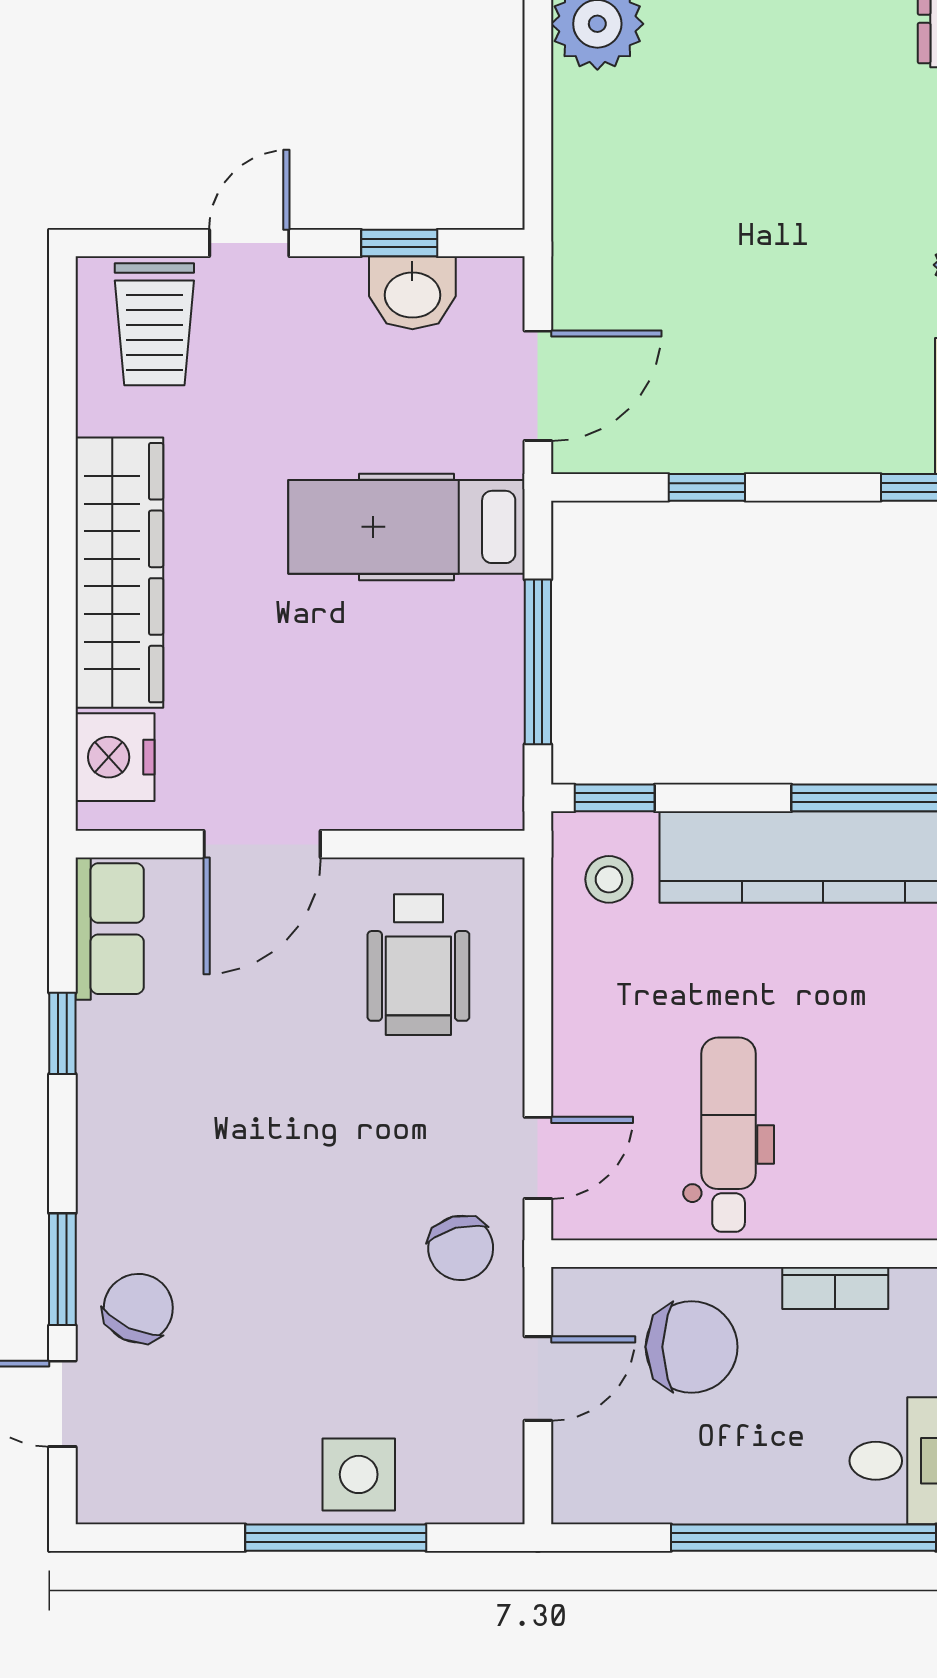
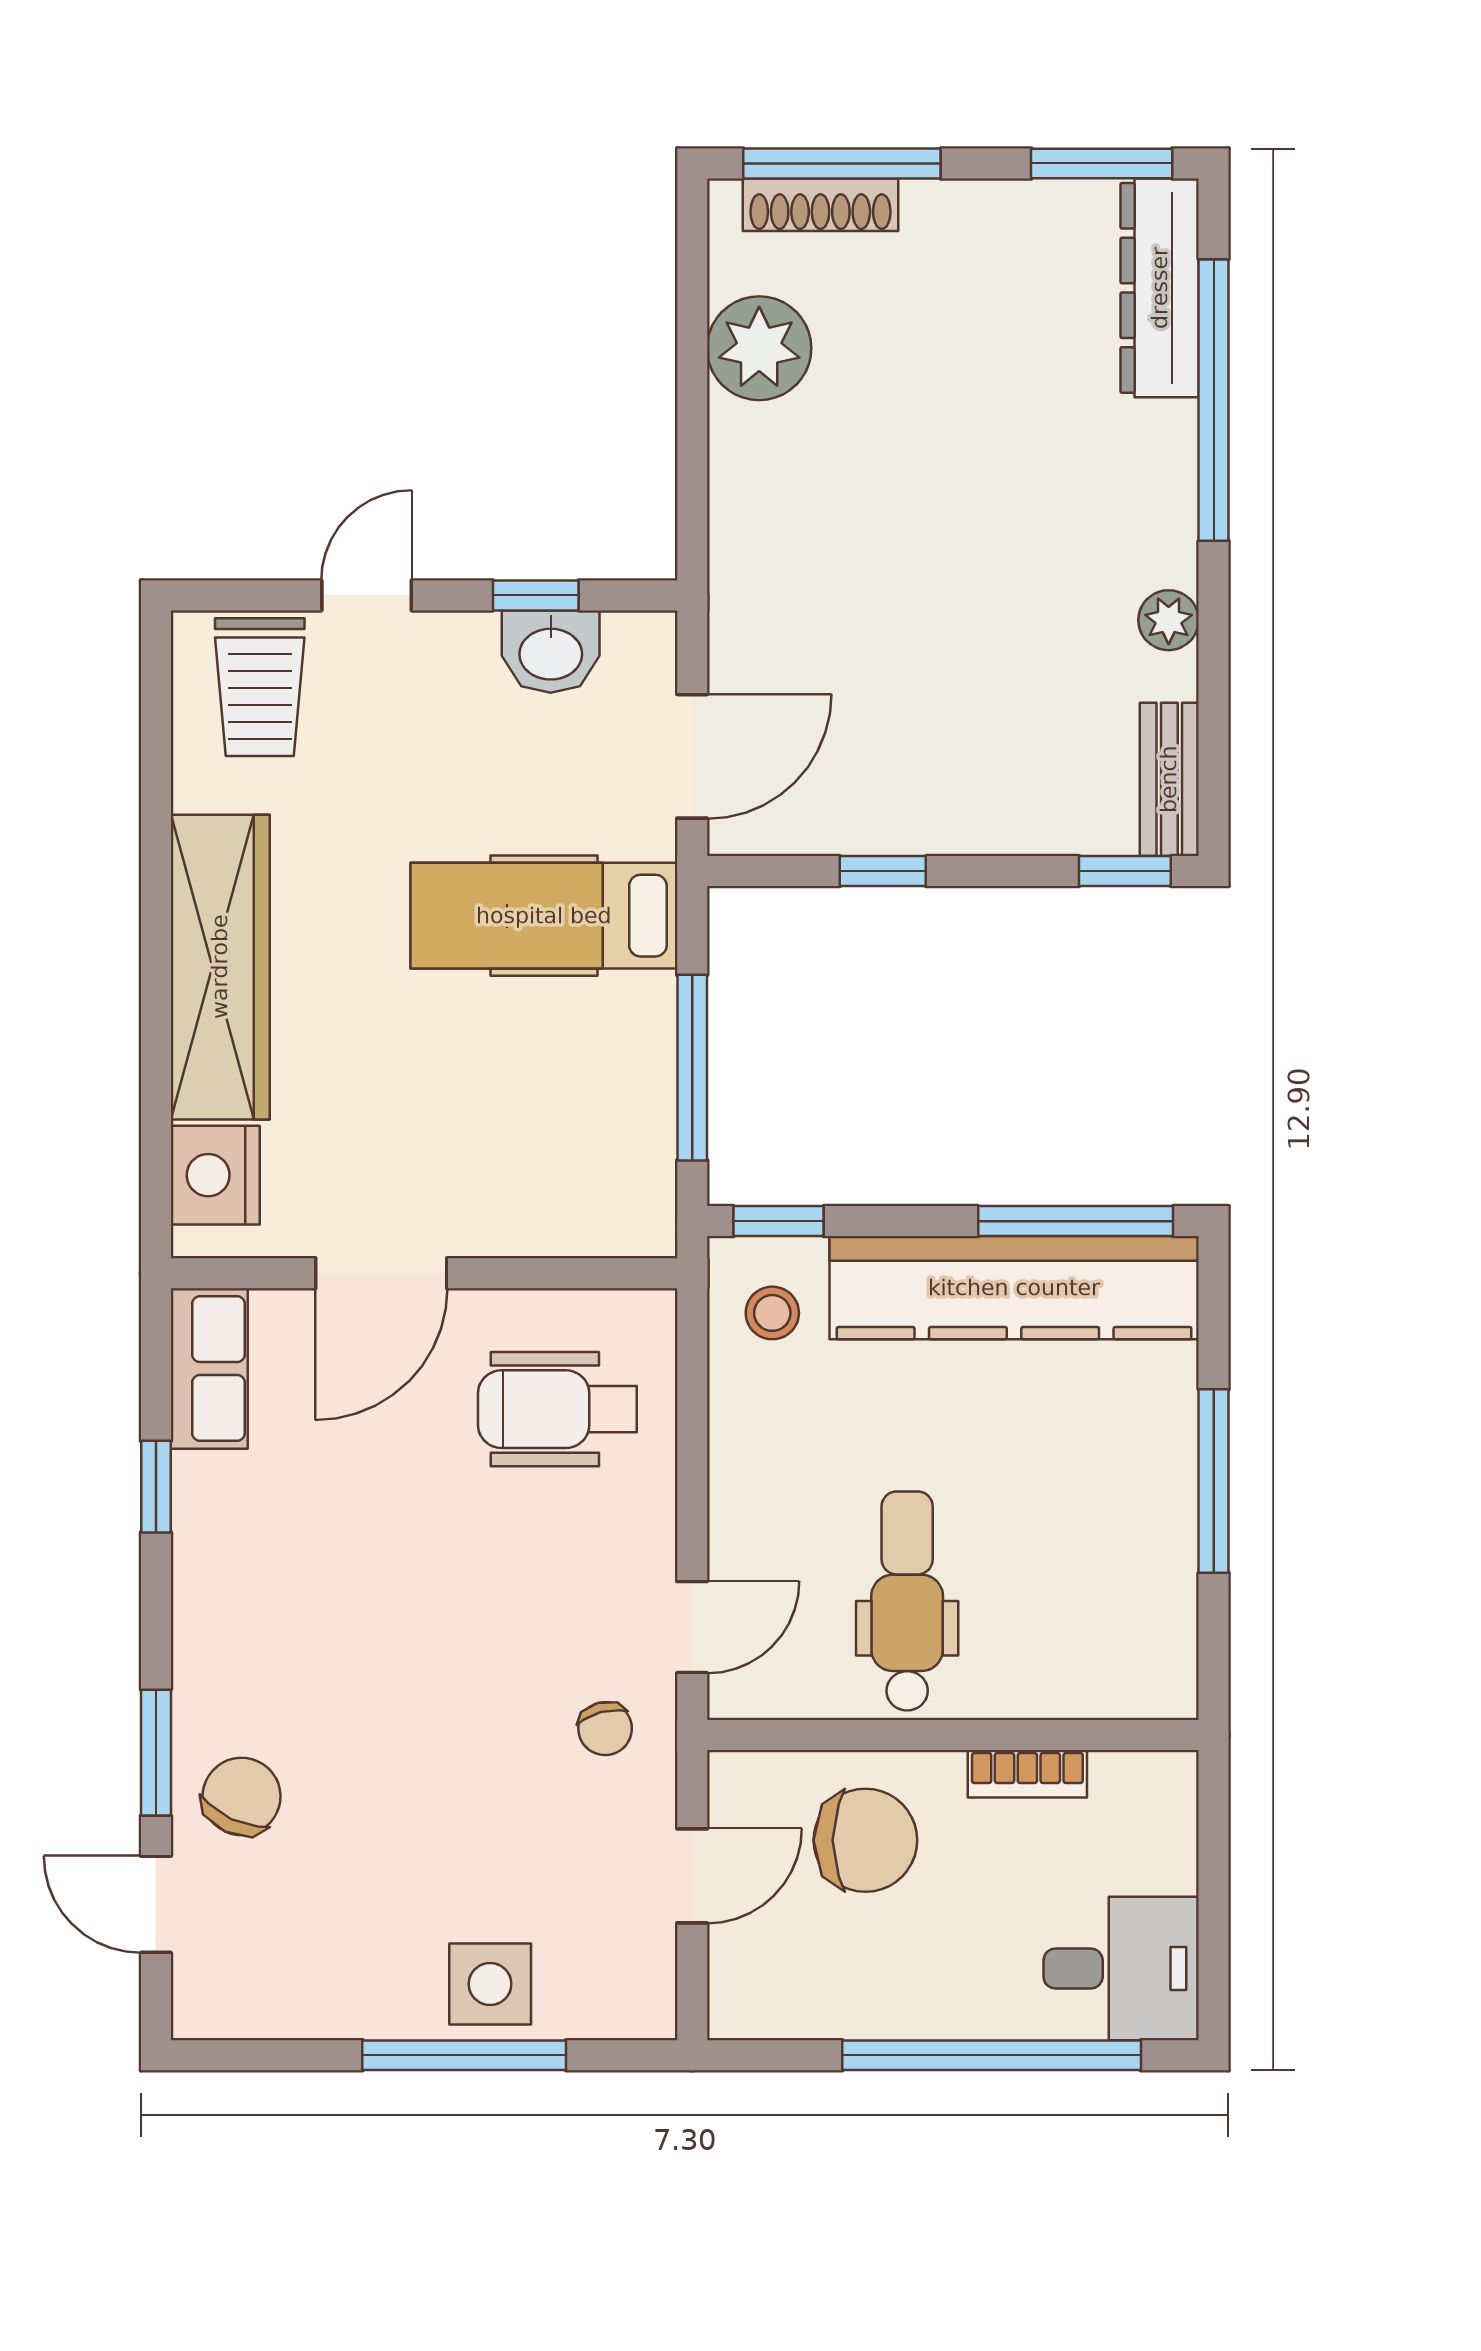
wheelchair: (418, 965) -> (557, 1409), turned 90
chair: (461, 1248) -> (605, 1729), width x0.73, depth x0.73

